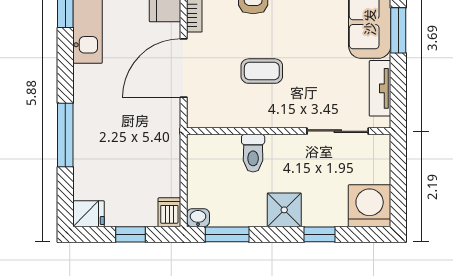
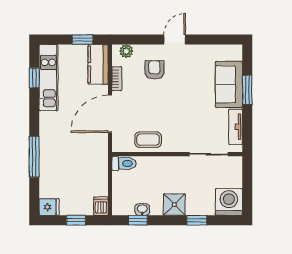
coffee table: (262, 71) -> (148, 140), moved
toilet: (253, 153) -> (124, 163), moved, turned -90
washbasin: (198, 218) -> (142, 210), moved
window: (227, 234) -> (138, 220), width x0.67

